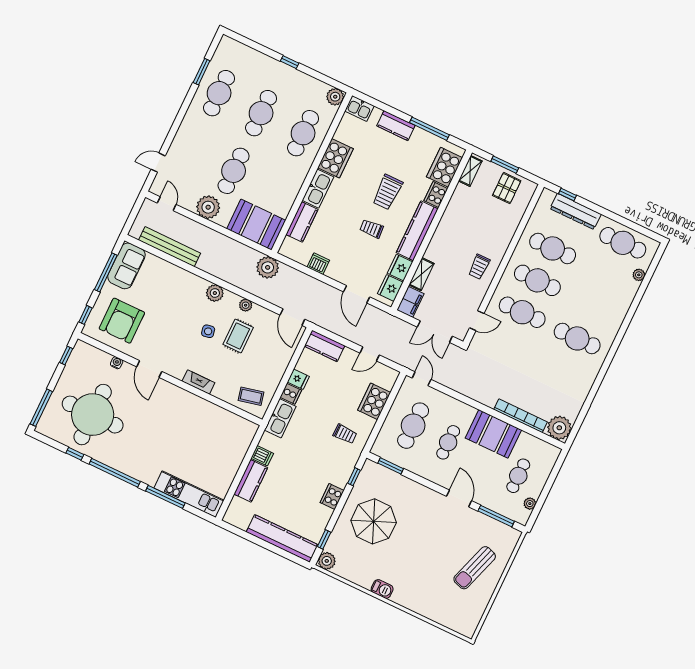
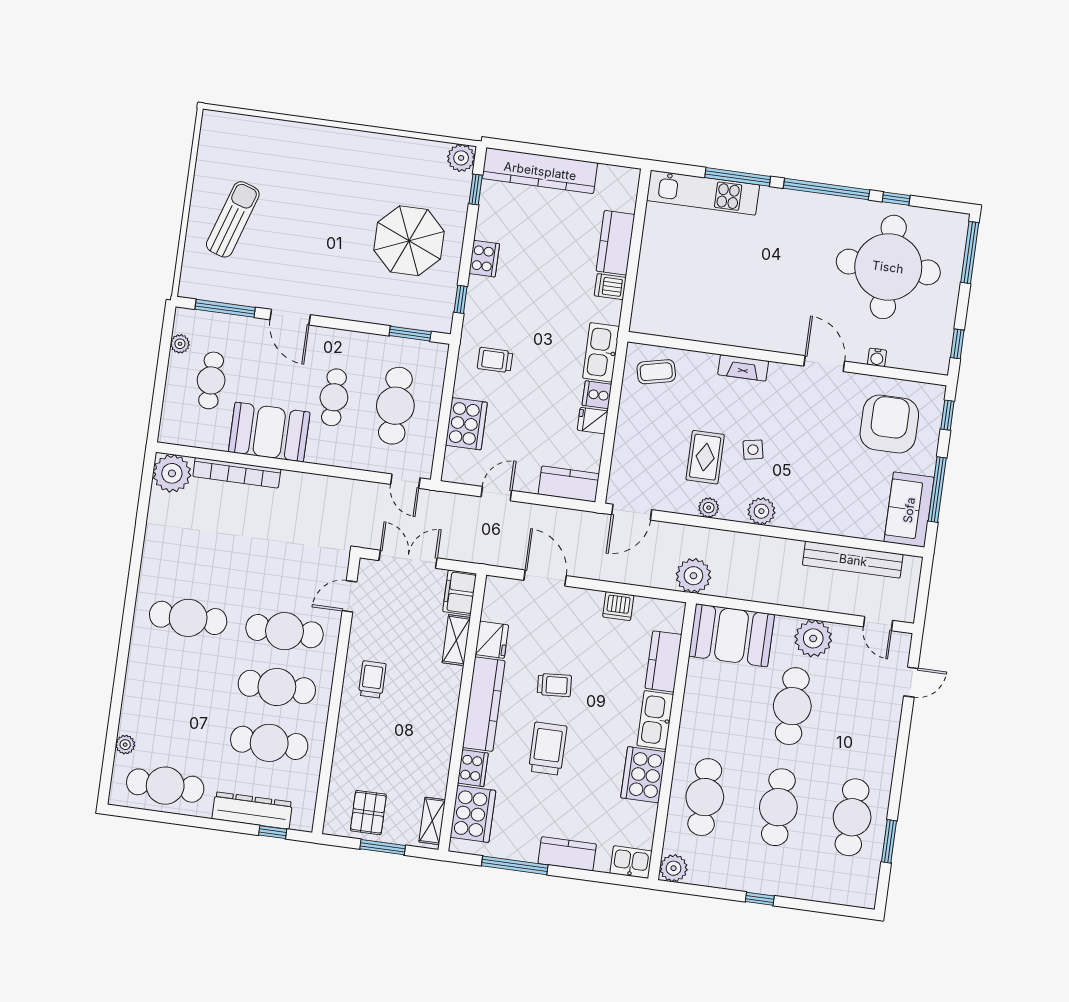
fridge: (390, 288) -> (497, 604), removed
door: (292, 317) -> (632, 512), swing flipped
barbecue: (382, 589) -> (363, 142), removed

